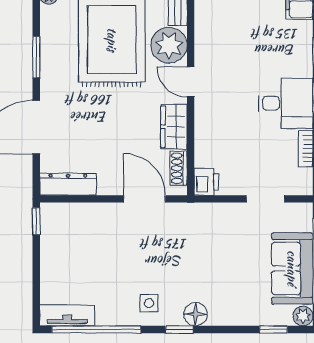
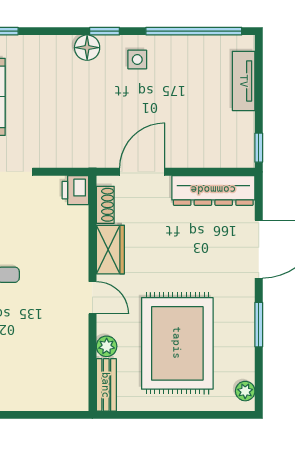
plant: (169, 45) -> (107, 346), width x0.53, depth x0.53
dresser: (68, 184) -> (213, 190), width x1.37, depth x1.24
door: (144, 199) -> (142, 172), swing flipped
tv unit: (67, 315) -> (244, 81), moved, turned 90

